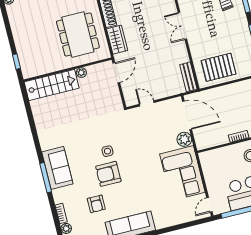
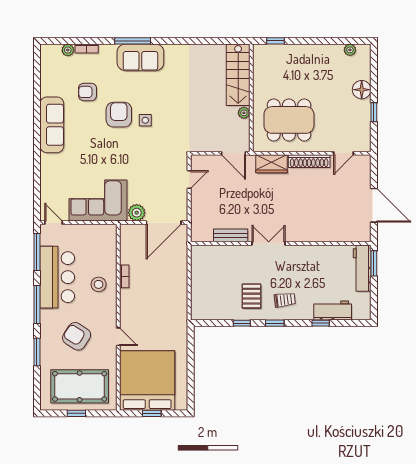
pallet: (219, 67) -> (251, 296), moved, width x0.67, depth x0.71
bench: (188, 77) -> (231, 235), moved

